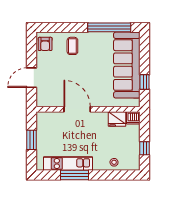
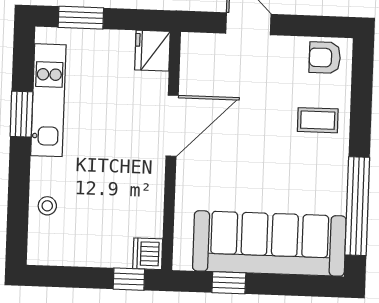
fridge: (117, 119) -> (152, 51), moved
window: (32, 140) -> (81, 18), moved
window: (145, 148) -> (129, 279), moved
window: (75, 175) -> (21, 114), width x0.69

